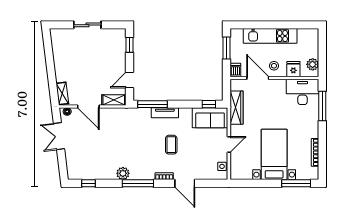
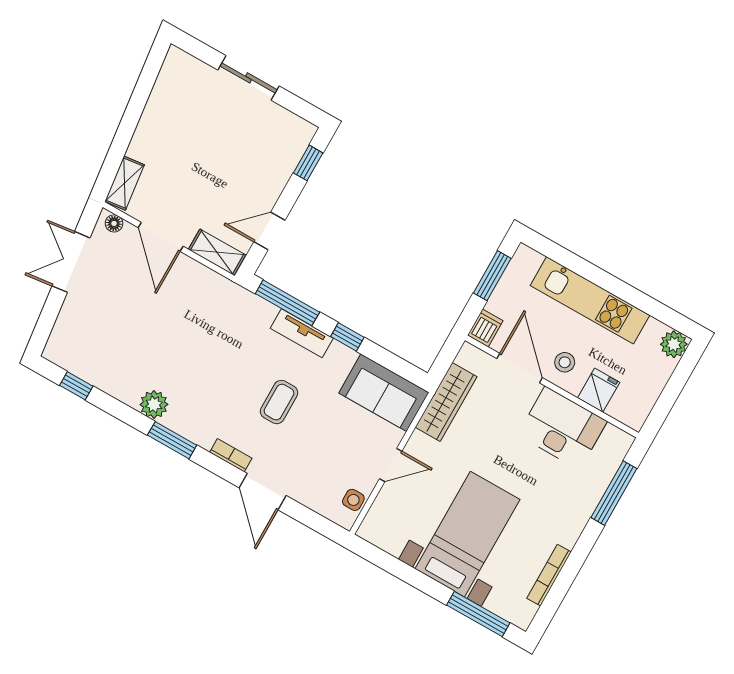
plant: (313, 64) -> (674, 344), moved
desk: (302, 92) -> (562, 428), moved
window: (209, 104) -> (347, 337), moved
window: (138, 183) -> (172, 440), width x0.69

